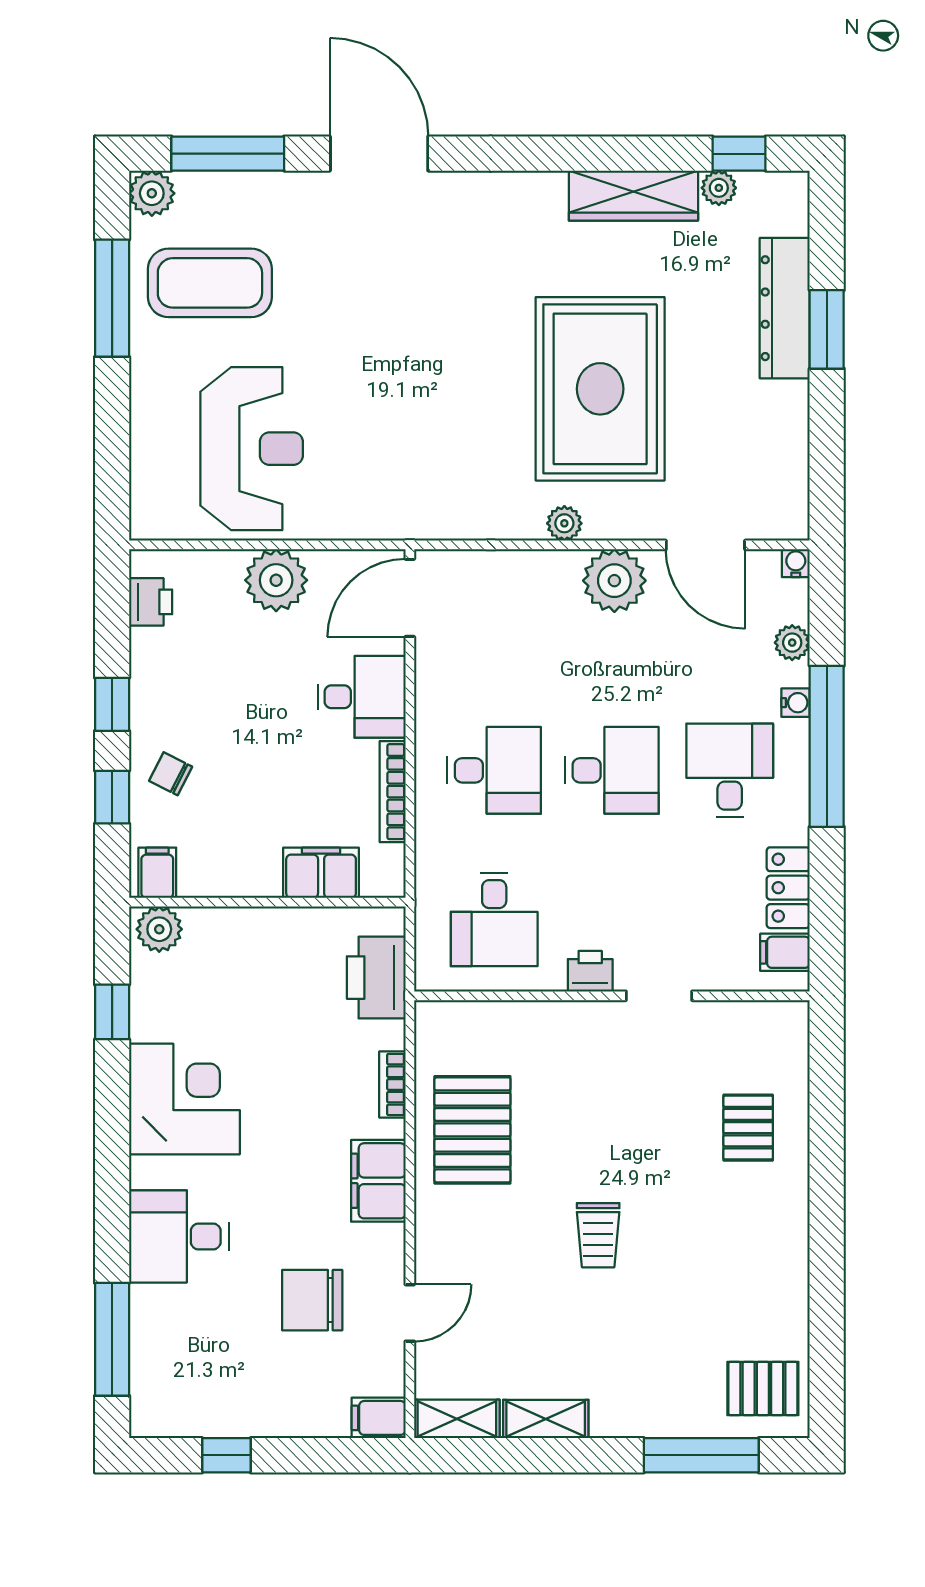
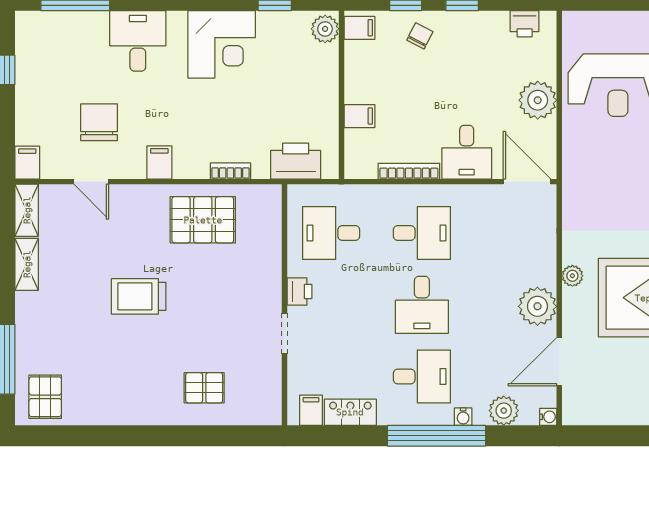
plant: (792, 643) -> (504, 411), width x1.38, depth x1.38
desk: (494, 770) -> (422, 233), turned -90
filing cabinet: (321, 873) -> (359, 116), width x0.50
filing cabinet: (378, 1181) -> (159, 162), width x0.50
trolley: (598, 1235) -> (139, 296), width x1.36, depth x1.39

